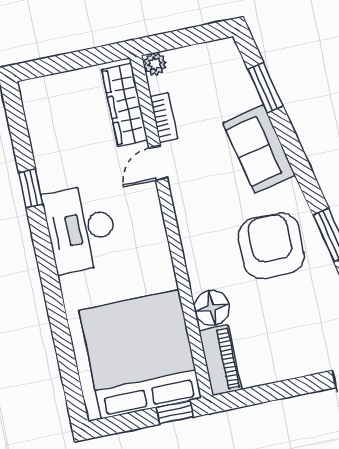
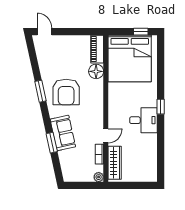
window: (265, 88) -> (52, 143), moved
window: (31, 188) -> (161, 107), moved
desk: (81, 229) -> (143, 120), width x0.73
window: (175, 412) -> (141, 32), moved

